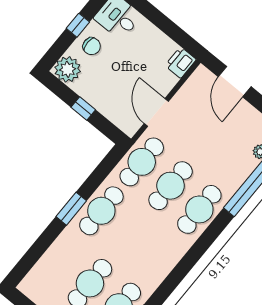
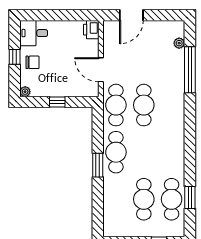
plant: (68, 69) -> (25, 92), width x0.53, depth x0.53
door: (235, 82) -> (131, 15), hinge flipped
cafe table: (199, 209) -> (172, 105), removed

